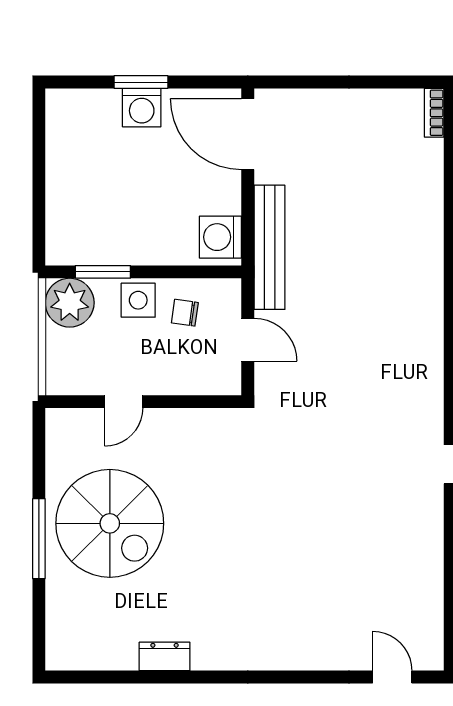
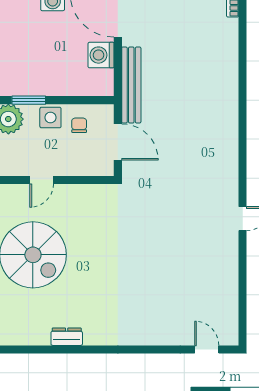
washing machine: (220, 237) -> (101, 55), moved
chair: (185, 313) -> (79, 125), turned 82
door: (248, 340) -> (118, 142), width x1.38

